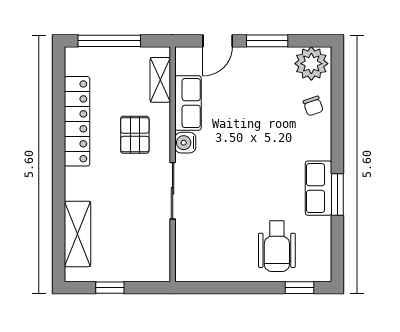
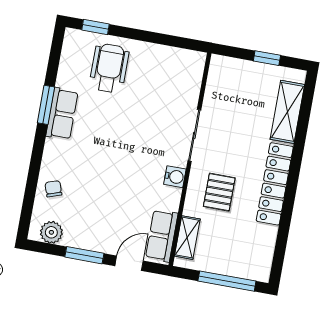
plant: (311, 64) -> (51, 232), width x0.73, depth x0.73
row of seats: (188, 103) -> (162, 236), moved
locker: (77, 121) -> (275, 184), moved

